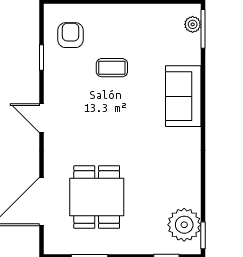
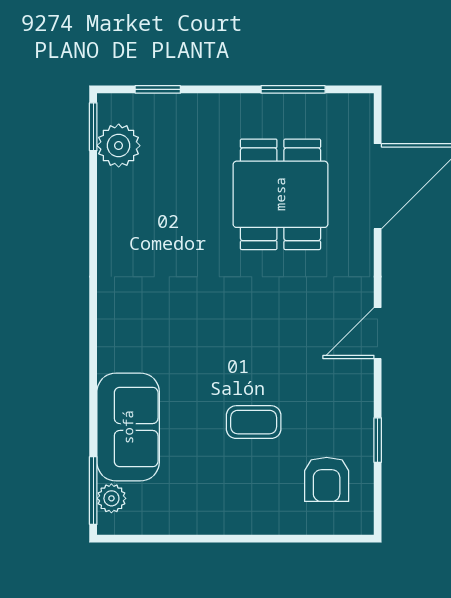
sofa: (183, 96) -> (128, 427), moved
door: (41, 118) -> (378, 333), swing flipped
plant: (184, 225) -> (119, 146), width x0.73, depth x0.73

